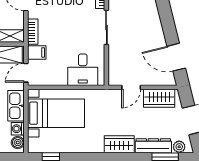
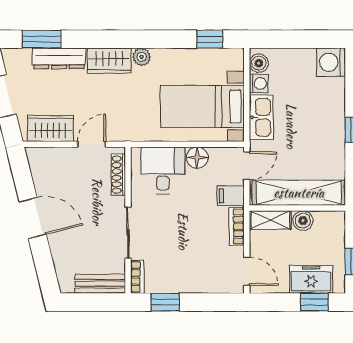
door: (176, 57) -> (33, 218), moved
shoe rack: (113, 67) -> (118, 175), added
floor lamp: (59, 78) -> (197, 158), added
plant: (179, 147) -> (142, 57), moved

